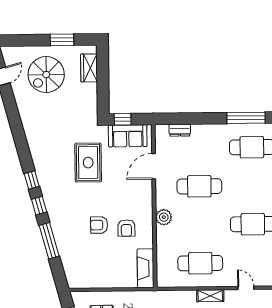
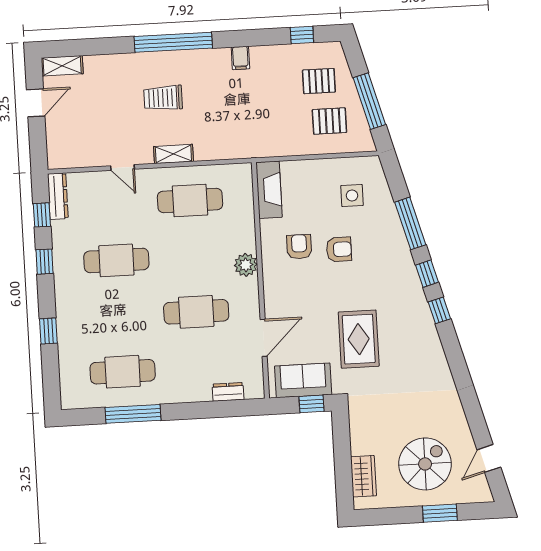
window: (62, 40) -> (440, 513), moved
side table: (88, 262) -> (352, 195), added

